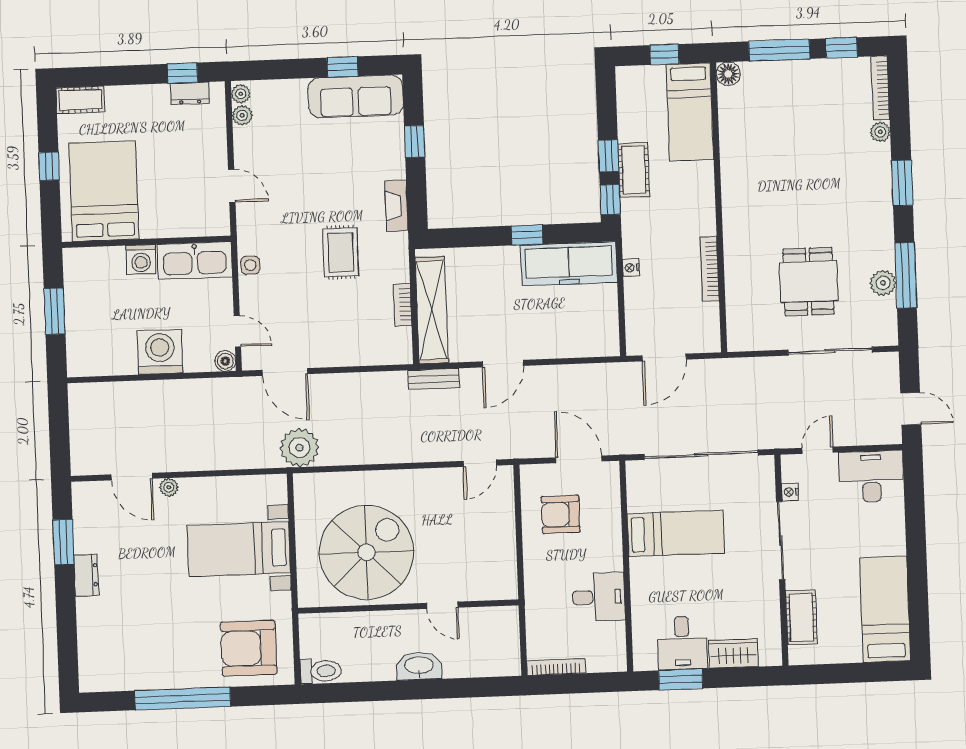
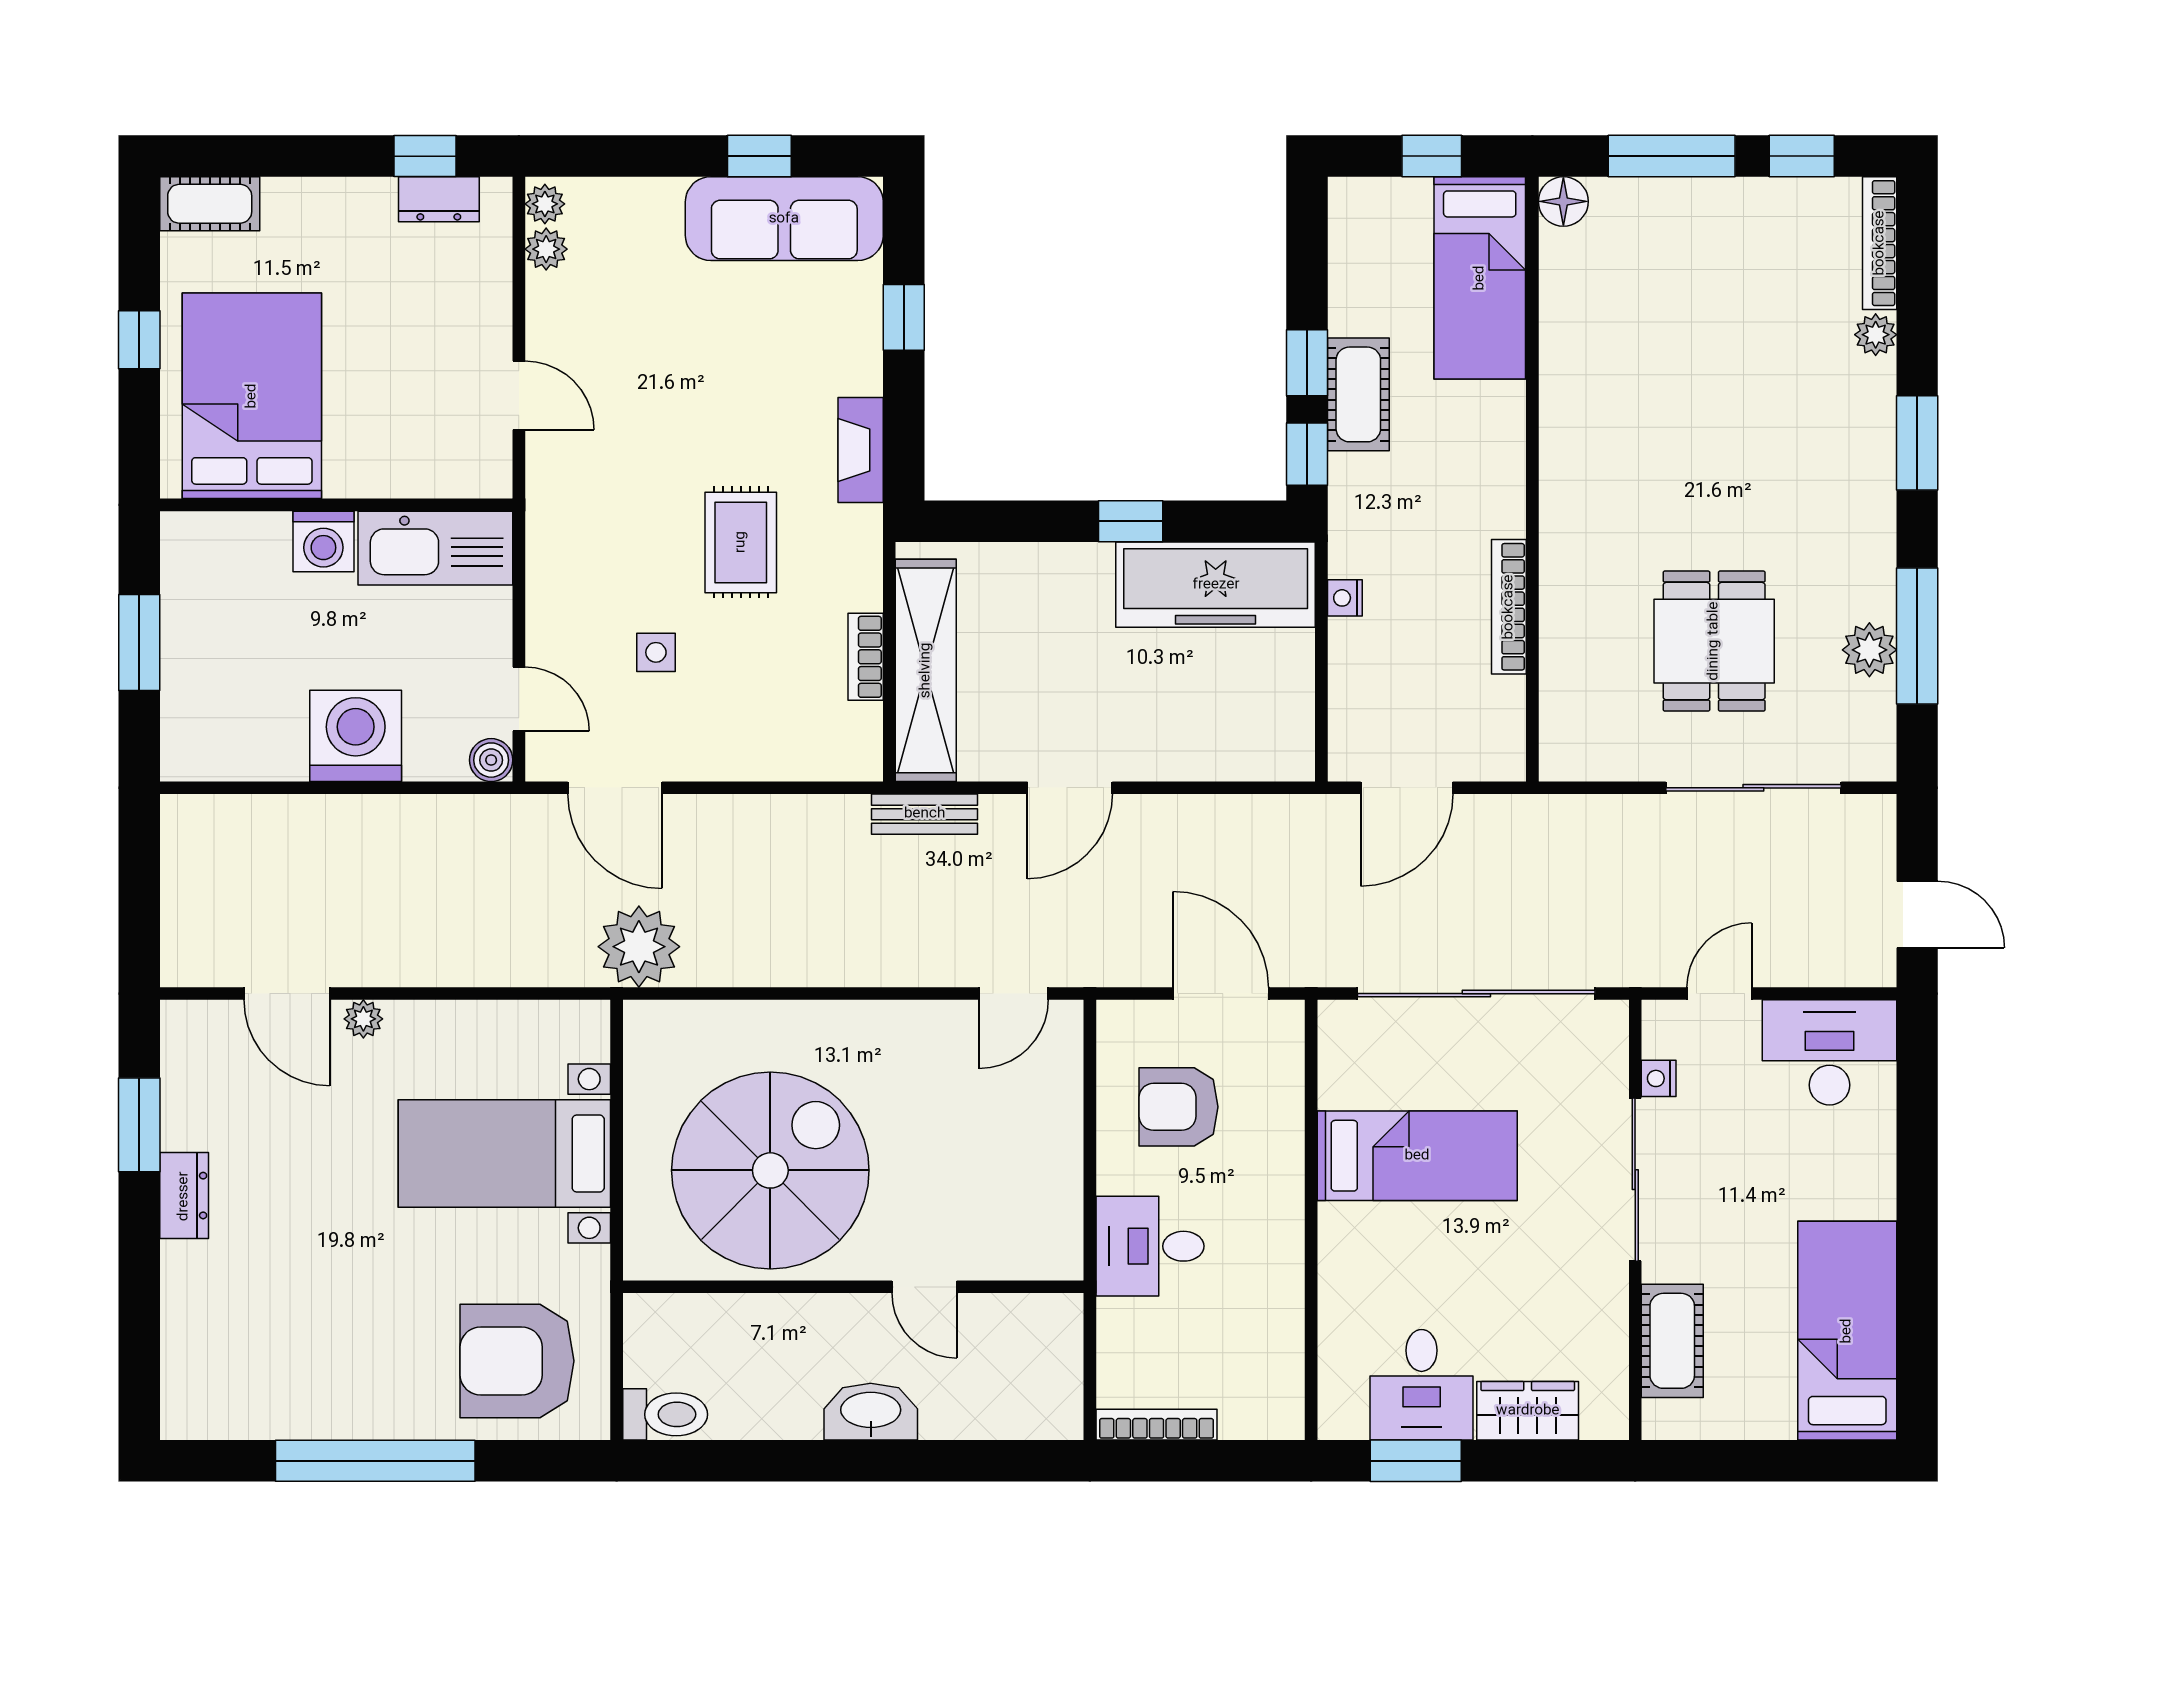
side table: (250, 265) -> (656, 652), moved
desk: (599, 597) -> (1150, 1246), moved, turned 180

